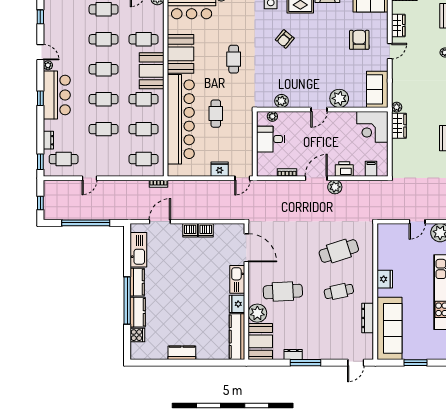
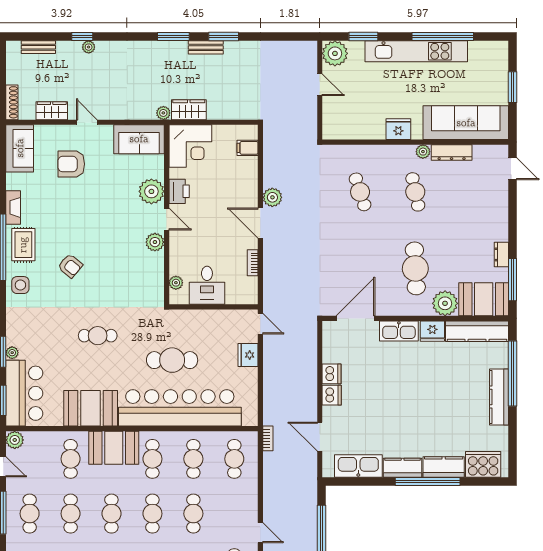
plant: (282, 101) -> (155, 242), moved
cafe table: (216, 114) -> (172, 360), width x1.37, depth x1.35
printer: (344, 169) -> (179, 191), moved, turned 180
cafe table: (339, 251) -> (360, 192), width x0.73, depth x0.74
plant: (368, 297) -> (423, 152), added
cooker: (137, 335) -> (483, 464), width x1.87, depth x1.31
kitchen counter: (182, 353) -> (499, 397), width x1.50
window: (206, 363) -> (513, 373), added
window: (306, 363) -> (513, 280), moved

